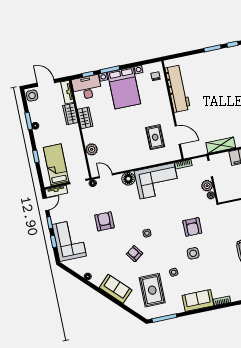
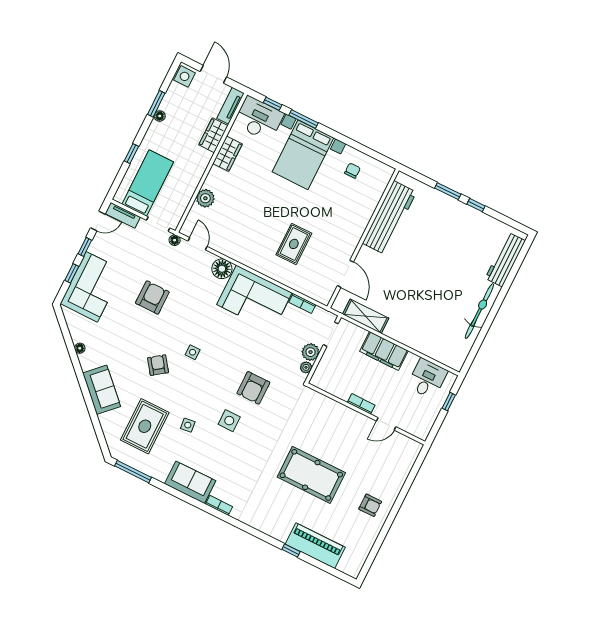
workbench: (178, 89) -> (389, 218), moved
wall: (173, 110) -> (363, 238), moved
door: (178, 135) -> (345, 274), moved

